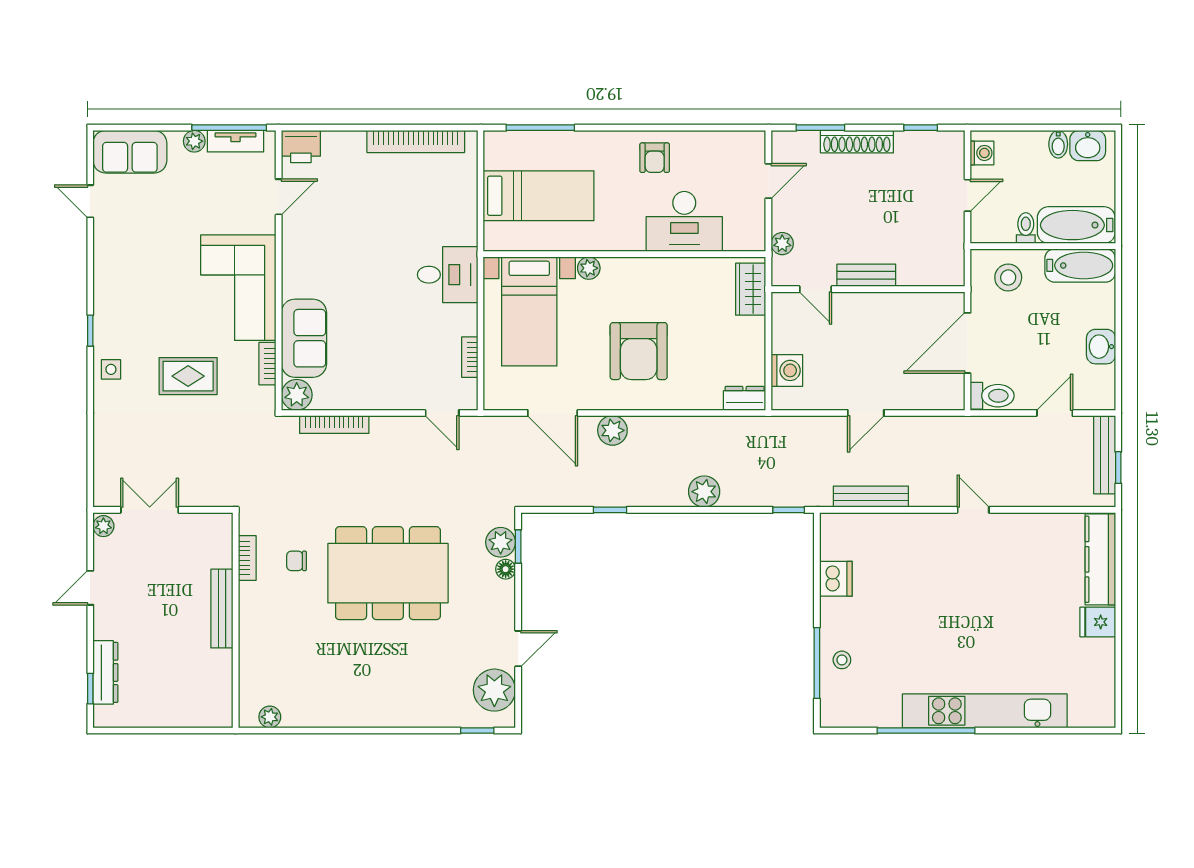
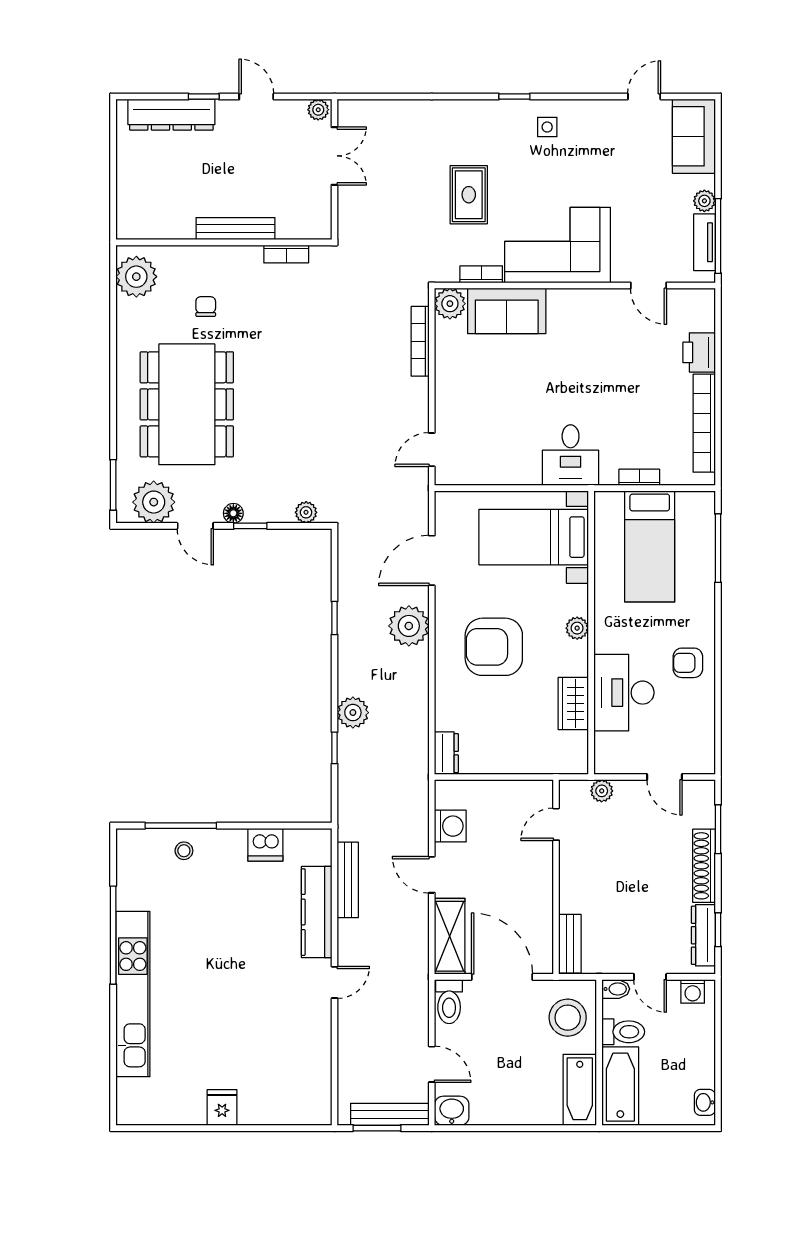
dresser: (926, 142) -> (703, 935), added
bidet: (1058, 144) -> (616, 989), moved, turned 180
washbasin: (1088, 146) -> (705, 1102), width x0.72, depth x0.69
printer: (301, 147) -> (699, 352), moved
toilet: (1026, 228) -> (623, 1032), width x1.37, depth x1.39
plant: (589, 268) -> (577, 628), moved
bench: (866, 275) -> (570, 944), moved
stool: (1008, 277) -> (568, 1018), width x1.38, depth x1.38
wardrobe: (751, 289) -> (573, 703), moved, turned -90
washbasin: (1101, 347) -> (452, 1111), moved
bookcase: (470, 357) -> (639, 477), moved
side table: (111, 369) -> (547, 127), moved
washing machine: (787, 370) -> (450, 826), moved, turned -90
shelving: (927, 395) -> (450, 936), added
plant: (612, 430) -> (409, 626), width x1.36, depth x1.36
window: (1118, 468) -> (377, 1128), width x1.50
window: (789, 510) -> (335, 748), moved
plant: (501, 542) -> (306, 512), width x0.73, depth x0.73
window: (518, 547) -> (250, 526), moved
kitchen counter: (1100, 559) -> (317, 912), moved, turned -90
chair: (297, 561) -> (206, 307), moved
floor lamp: (506, 569) -> (233, 513), moved
dining table: (388, 573) -> (187, 404), moved
dresser: (105, 672) -> (171, 115), width x1.37, depth x1.24
window: (90, 689) -> (204, 97), moved
plant: (270, 717) -> (136, 277), width x1.88, depth x1.88
window: (477, 730) -> (113, 485), width x1.50

